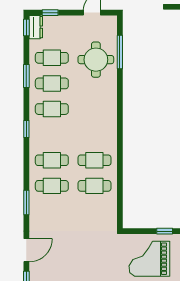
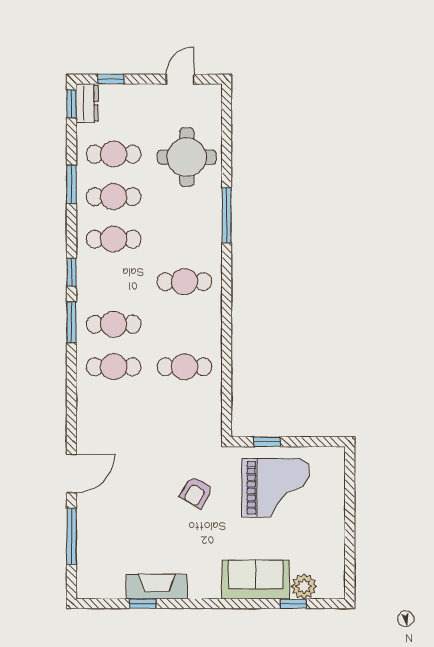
window: (120, 52) -> (227, 215), moved
cafe table: (94, 160) -> (184, 282), moved
window: (26, 202) -> (72, 322), moved
window: (165, 231) -> (267, 442), moved
grand piano: (149, 259) -> (276, 488), turned 180
armchair: (102, 261) -> (196, 492), added

